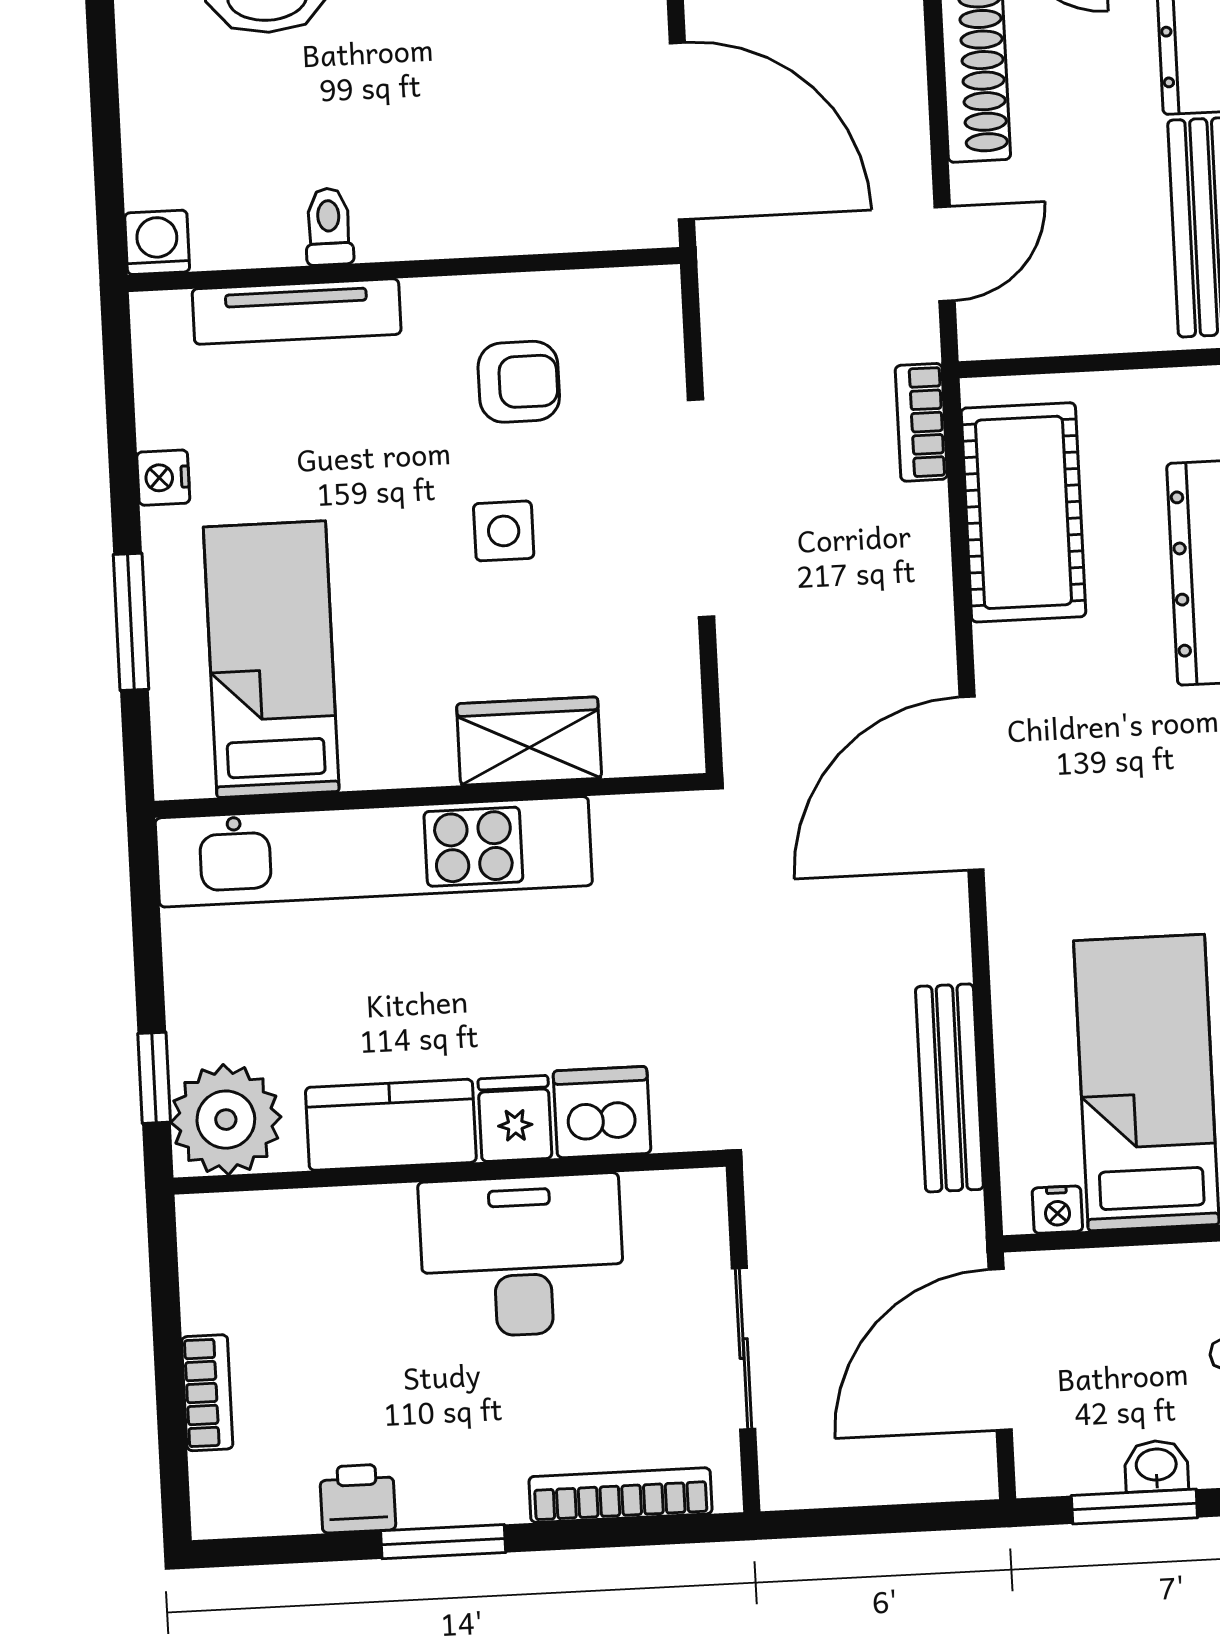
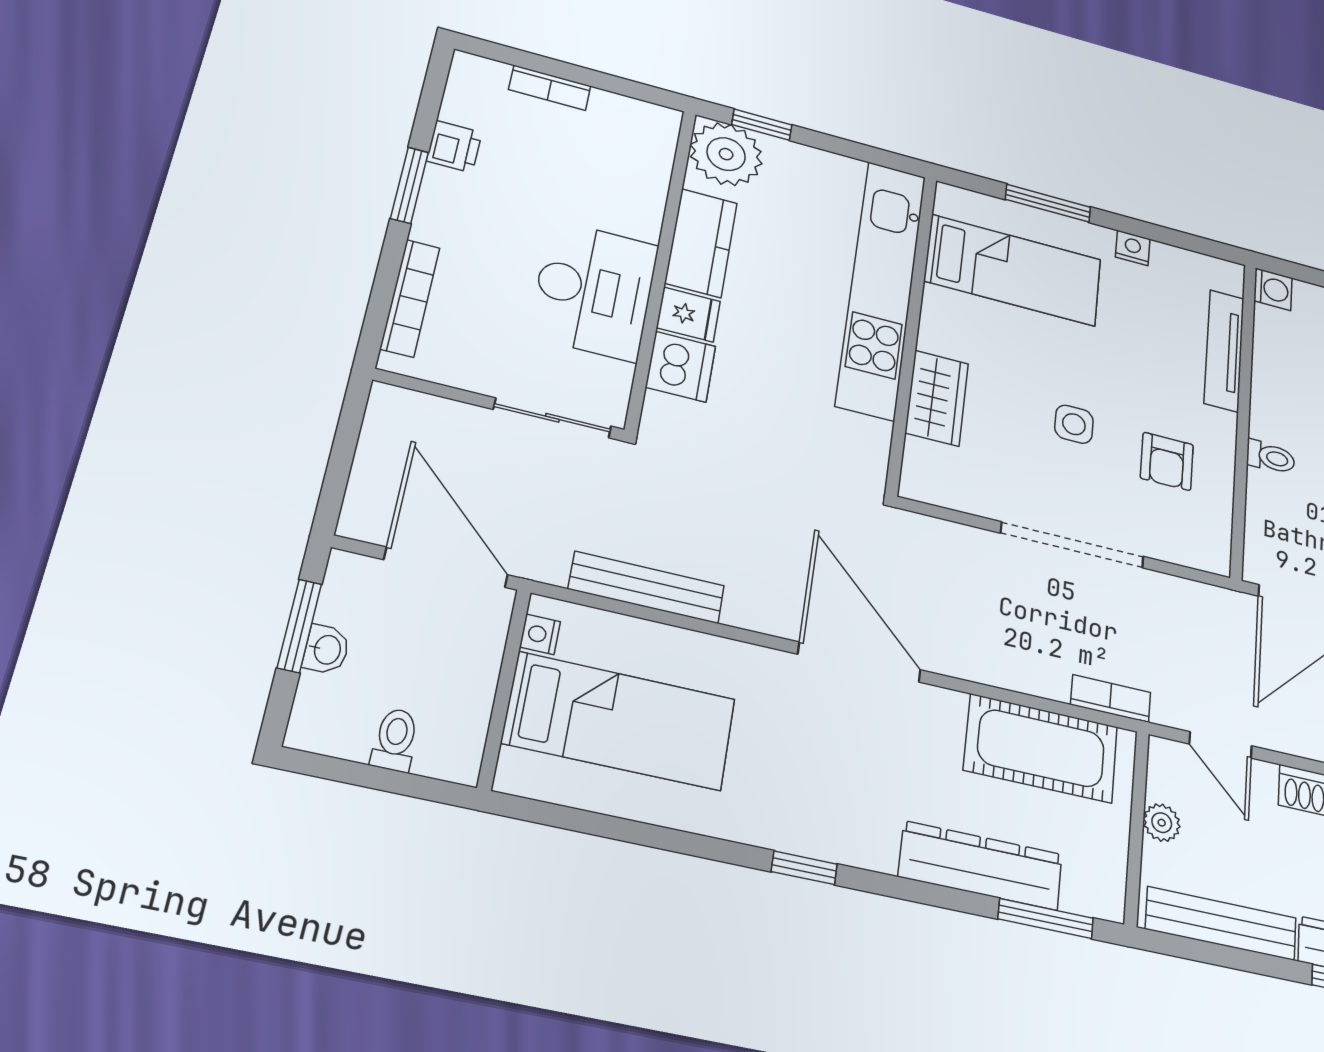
toilet: (329, 227) -> (1271, 457), moved
plant: (1083, 328) -> (1162, 823), added
sliding door: (744, 1349) -> (552, 418), moved

